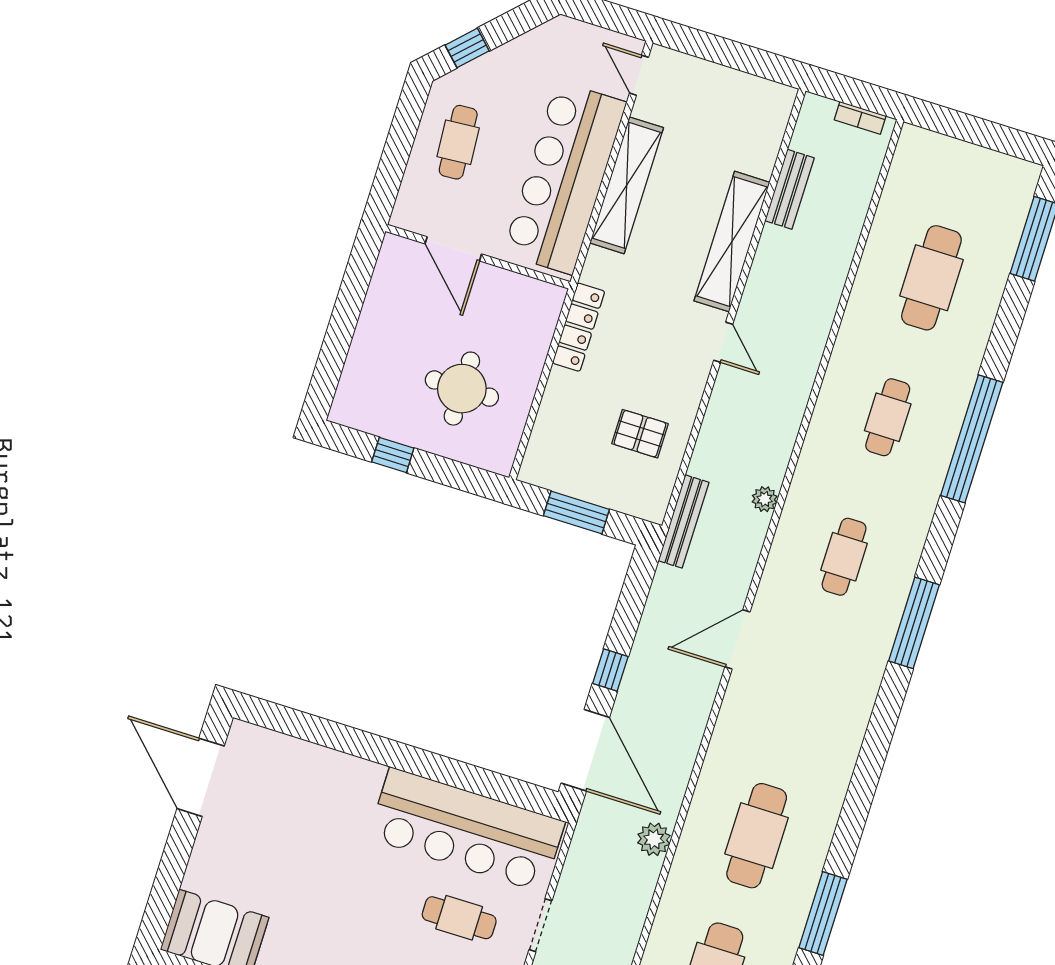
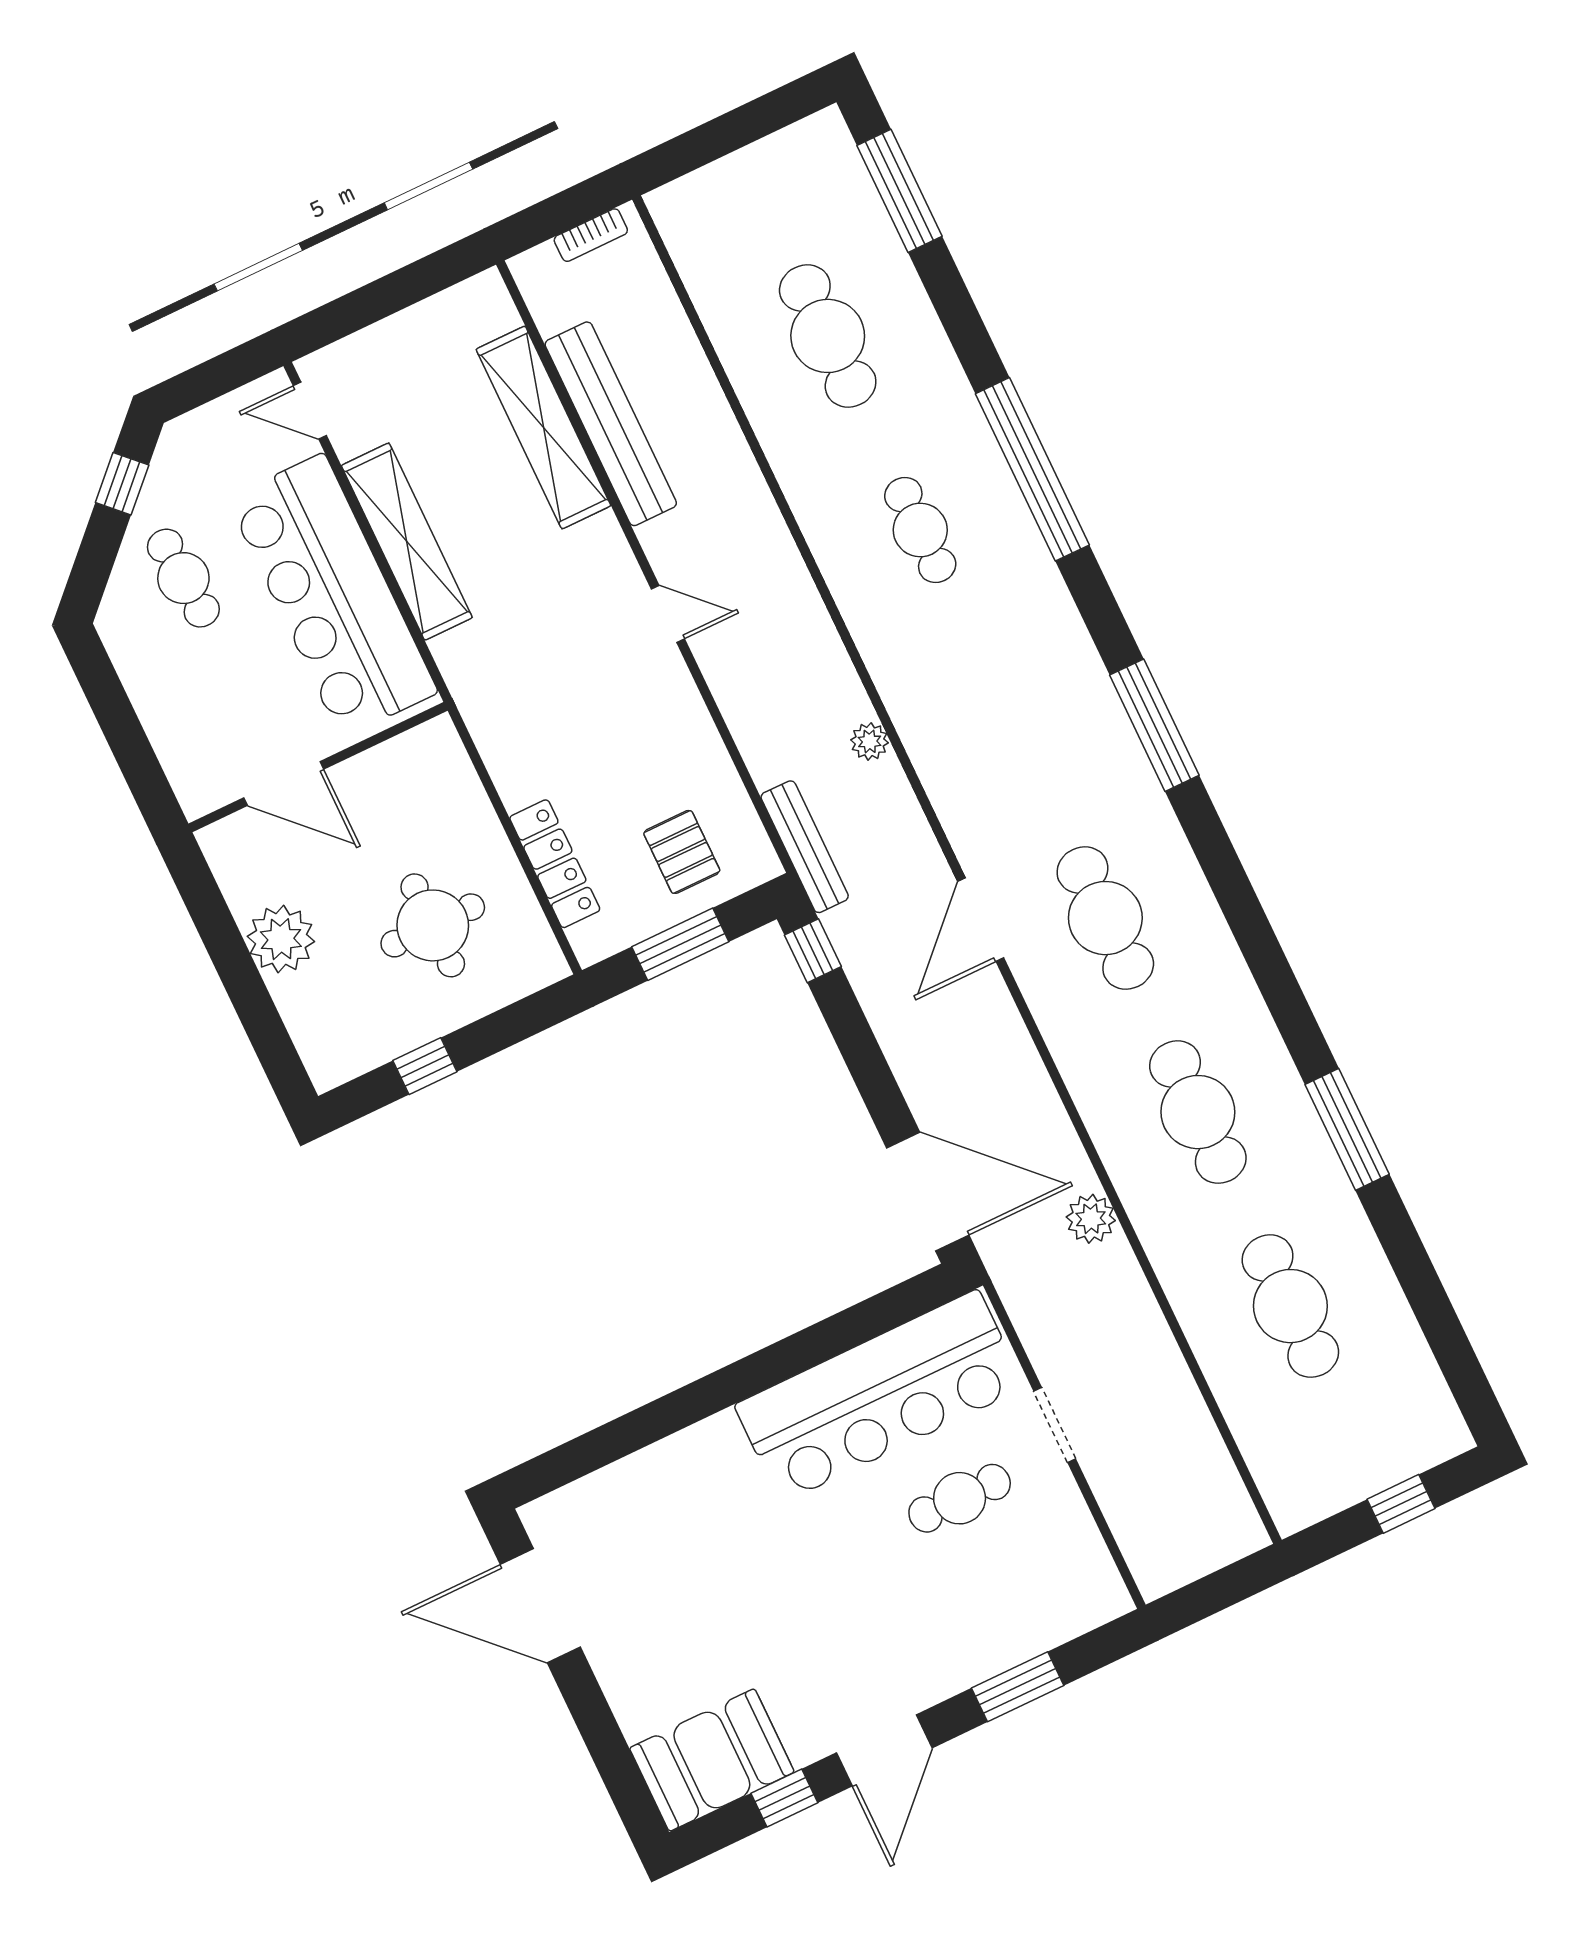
window: (467, 48) -> (122, 484), moved
cafe table: (458, 142) -> (183, 578), moved
bench: (789, 189) -> (611, 424), width x1.86, depth x1.21
shelving: (732, 242) -> (543, 427), moved
plant: (380, 325) -> (281, 939), added
locker: (579, 327) -> (555, 864), moved
pallet: (640, 434) -> (682, 852), moved, turned 90
cafe table: (844, 557) -> (1105, 918), moved, width x1.37, depth x1.35
window: (610, 670) -> (813, 951), moved

